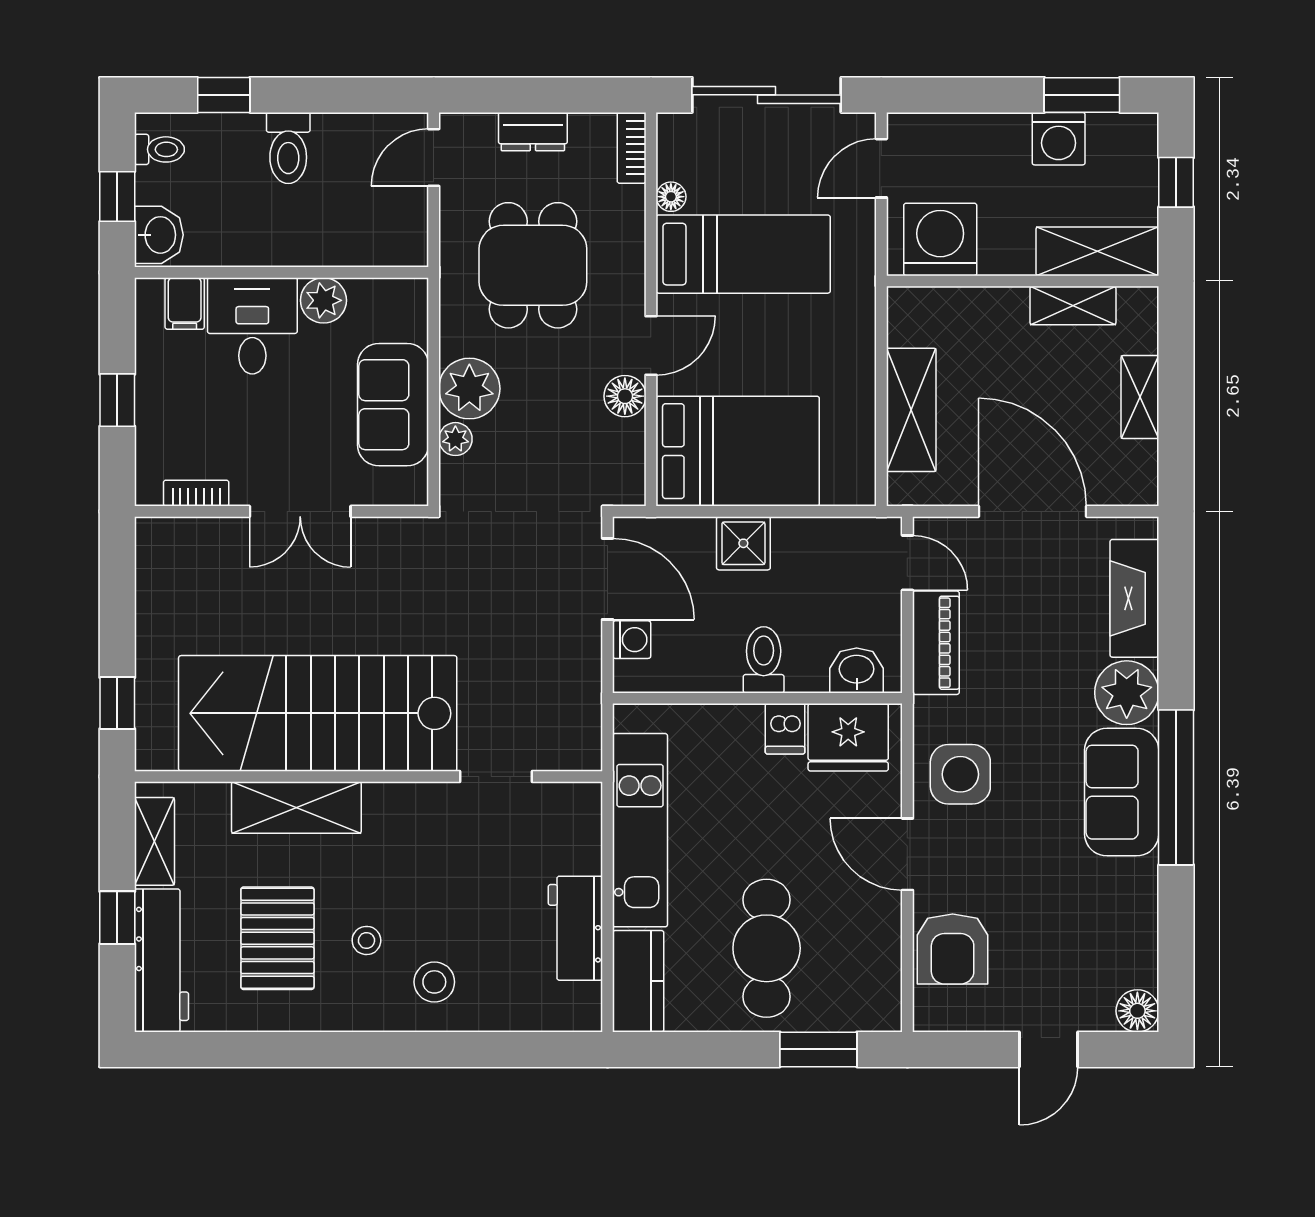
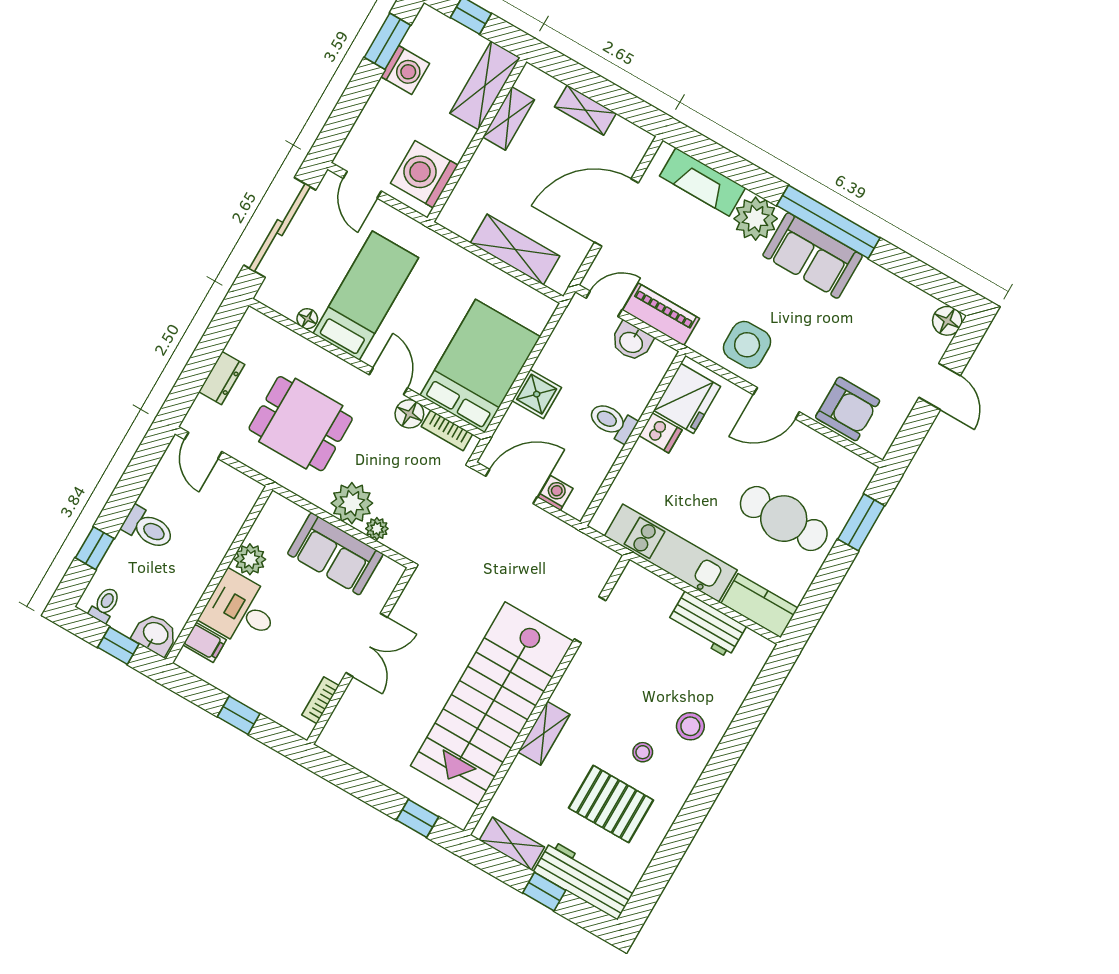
bookcase: (632, 148) -> (447, 430), moved
washbasin: (857, 670) -> (632, 342), moved, turned -90
shelving: (296, 808) -> (544, 733), width x0.67, depth x0.75

